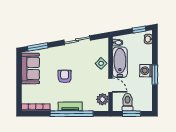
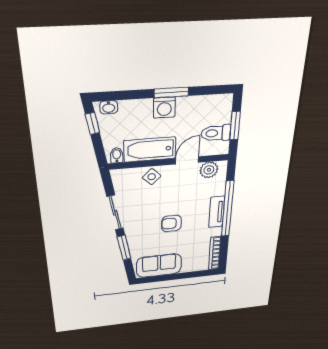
window: (38, 47) -> (124, 248), moved

